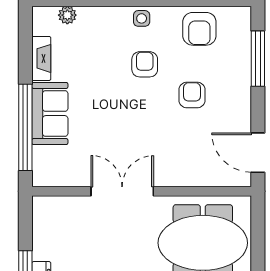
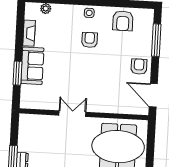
armchair: (192, 95) -> (139, 67), moved
window: (25, 127) -> (18, 73), width x0.47
double door: (122, 191) -> (72, 114), width x0.73

